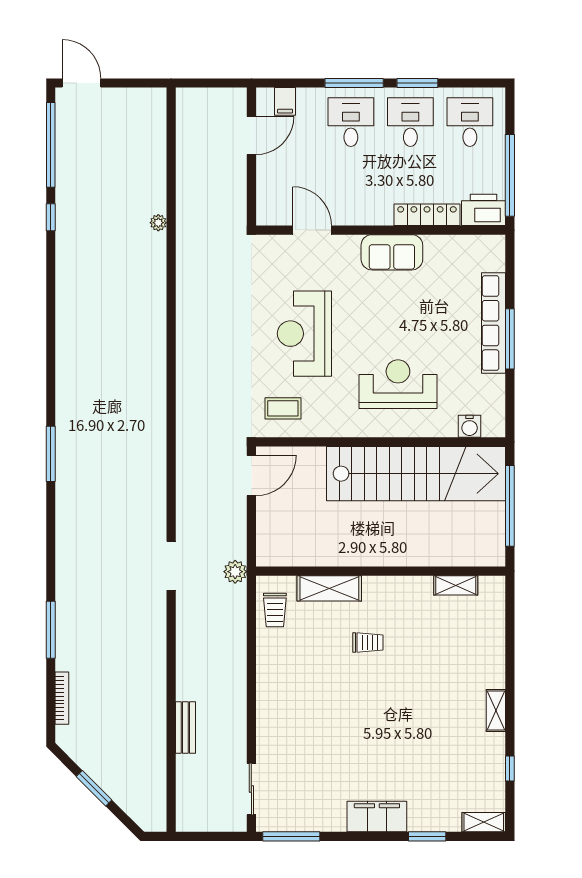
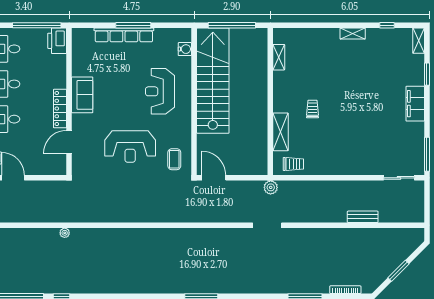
locker: (427, 215) -> (60, 109), moved

